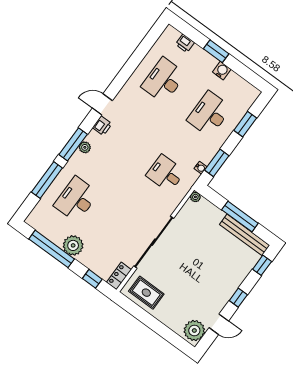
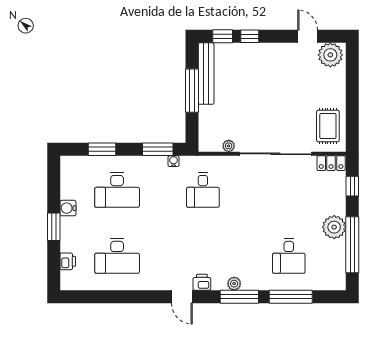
plant: (195, 197) -> (229, 146), moved
desk: (76, 199) -> (289, 256), width x0.73
window: (238, 298) -> (250, 36), moved

